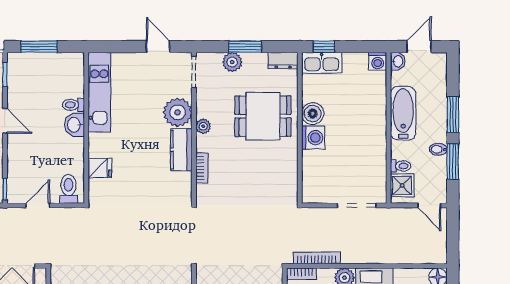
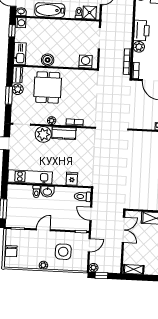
window: (324, 47) -> (12, 31), moved
plant: (232, 62) -> (18, 89), moved
washing machine: (313, 138) -> (86, 62), moved

